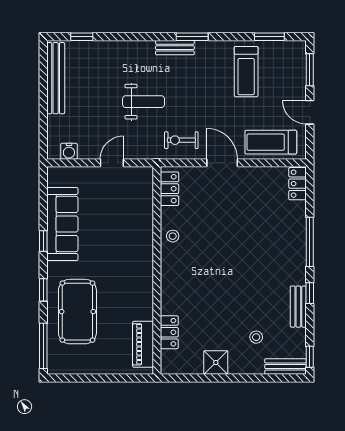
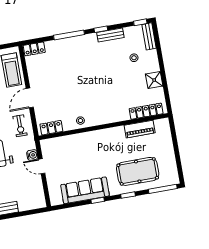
water cooler: (69, 151) -> (32, 155), moved
locker: (169, 332) -> (146, 111), width x1.53
piano: (143, 344) -> (140, 129), moved

